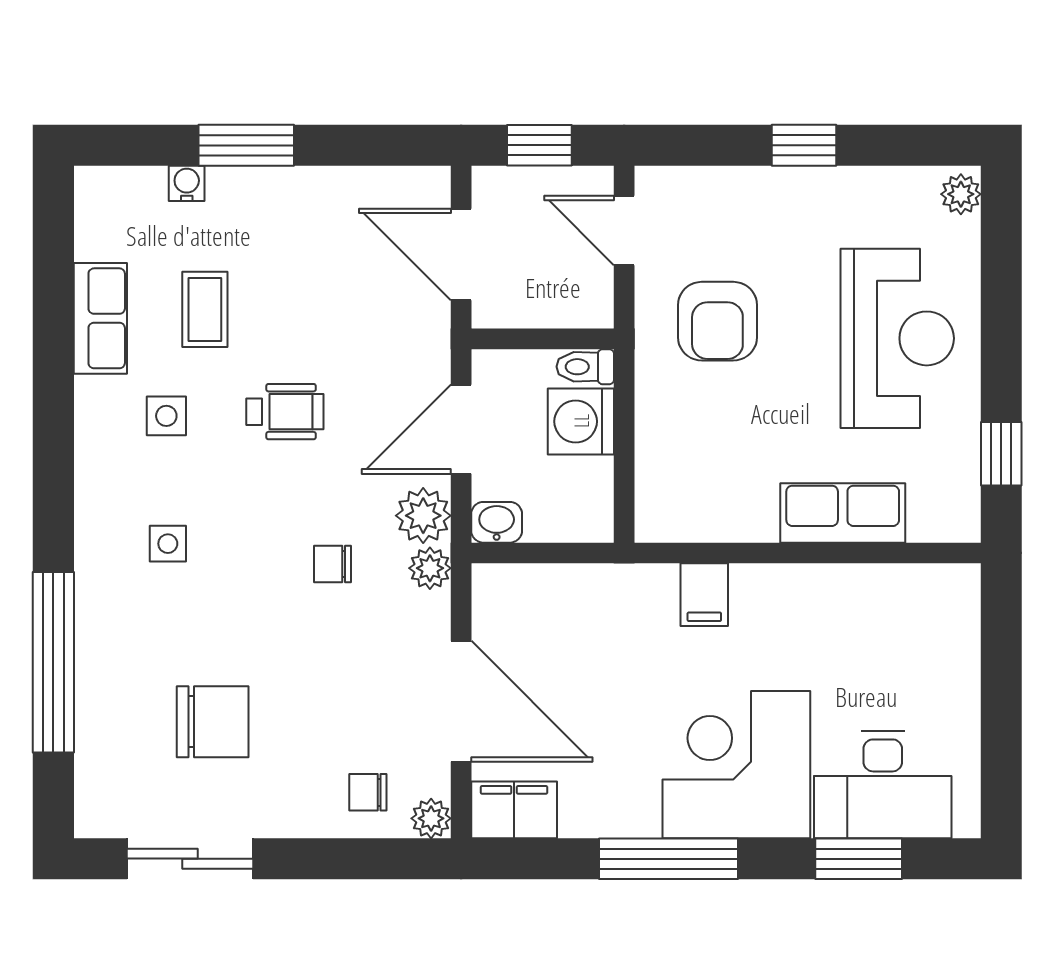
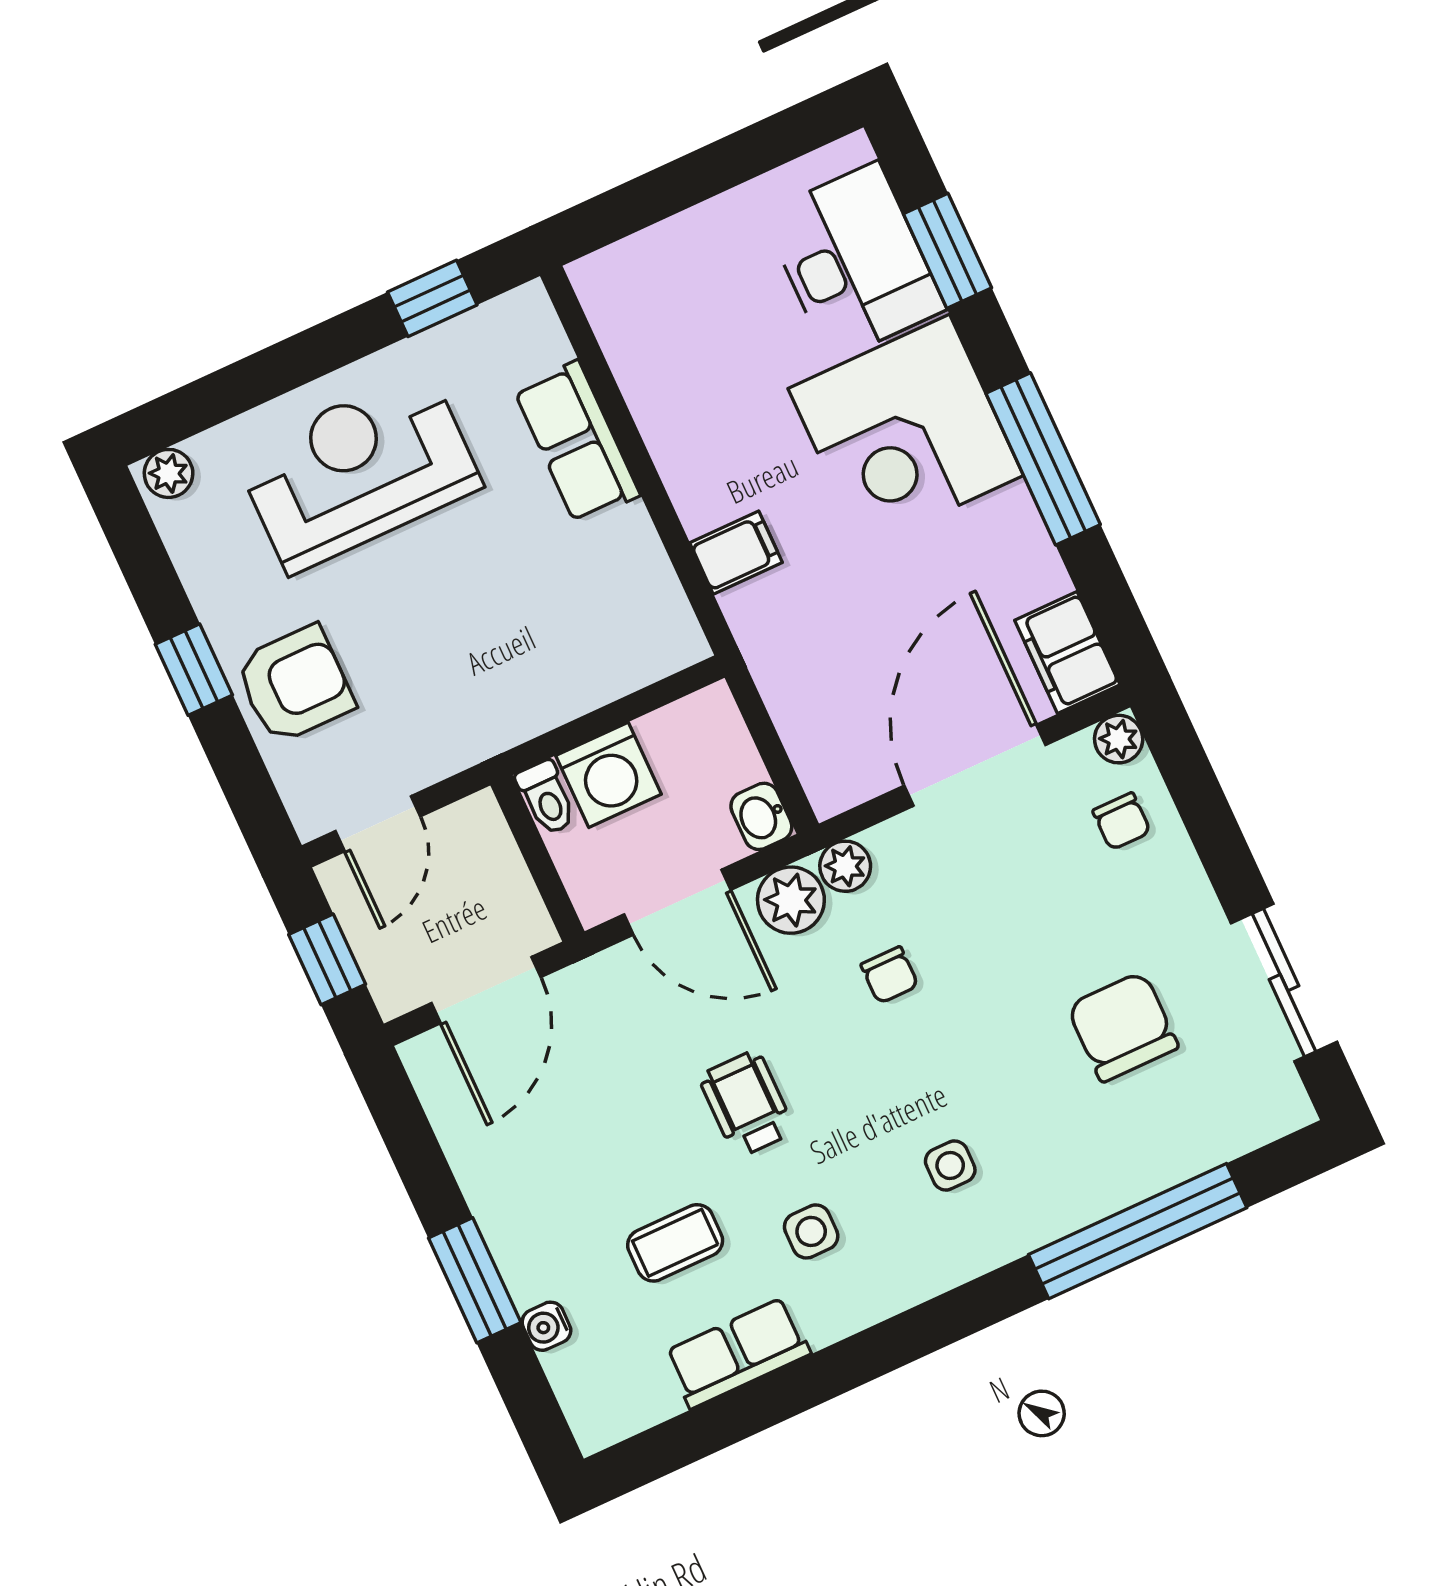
armchair: (717, 321) -> (295, 684), moved

